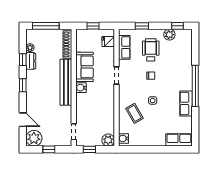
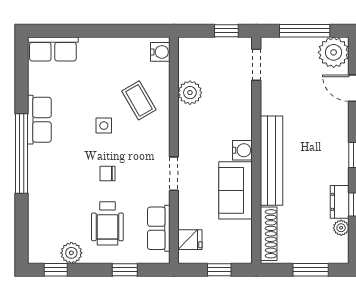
window: (46, 26) -> (311, 270), width x0.69
plant: (108, 140) -> (190, 93), moved
window: (49, 149) -> (305, 31), width x2.17

